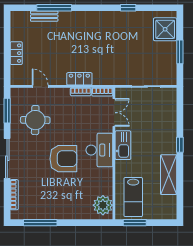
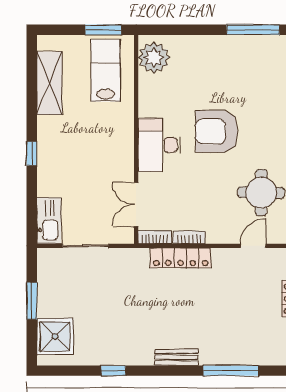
bench: (44, 16) -> (176, 357), moved
locker: (79, 79) -> (181, 258), width x1.53
door: (40, 86) -> (253, 246), swing flipped
kitchen sink: (123, 145) -> (49, 221), moved, turned 180
shelving: (169, 175) -> (49, 83), moved

